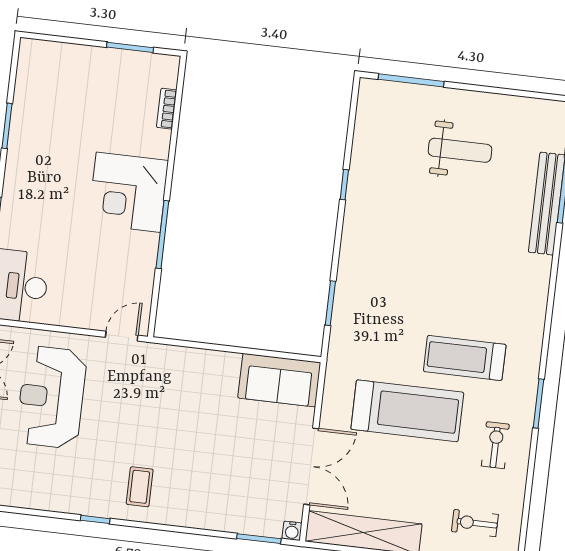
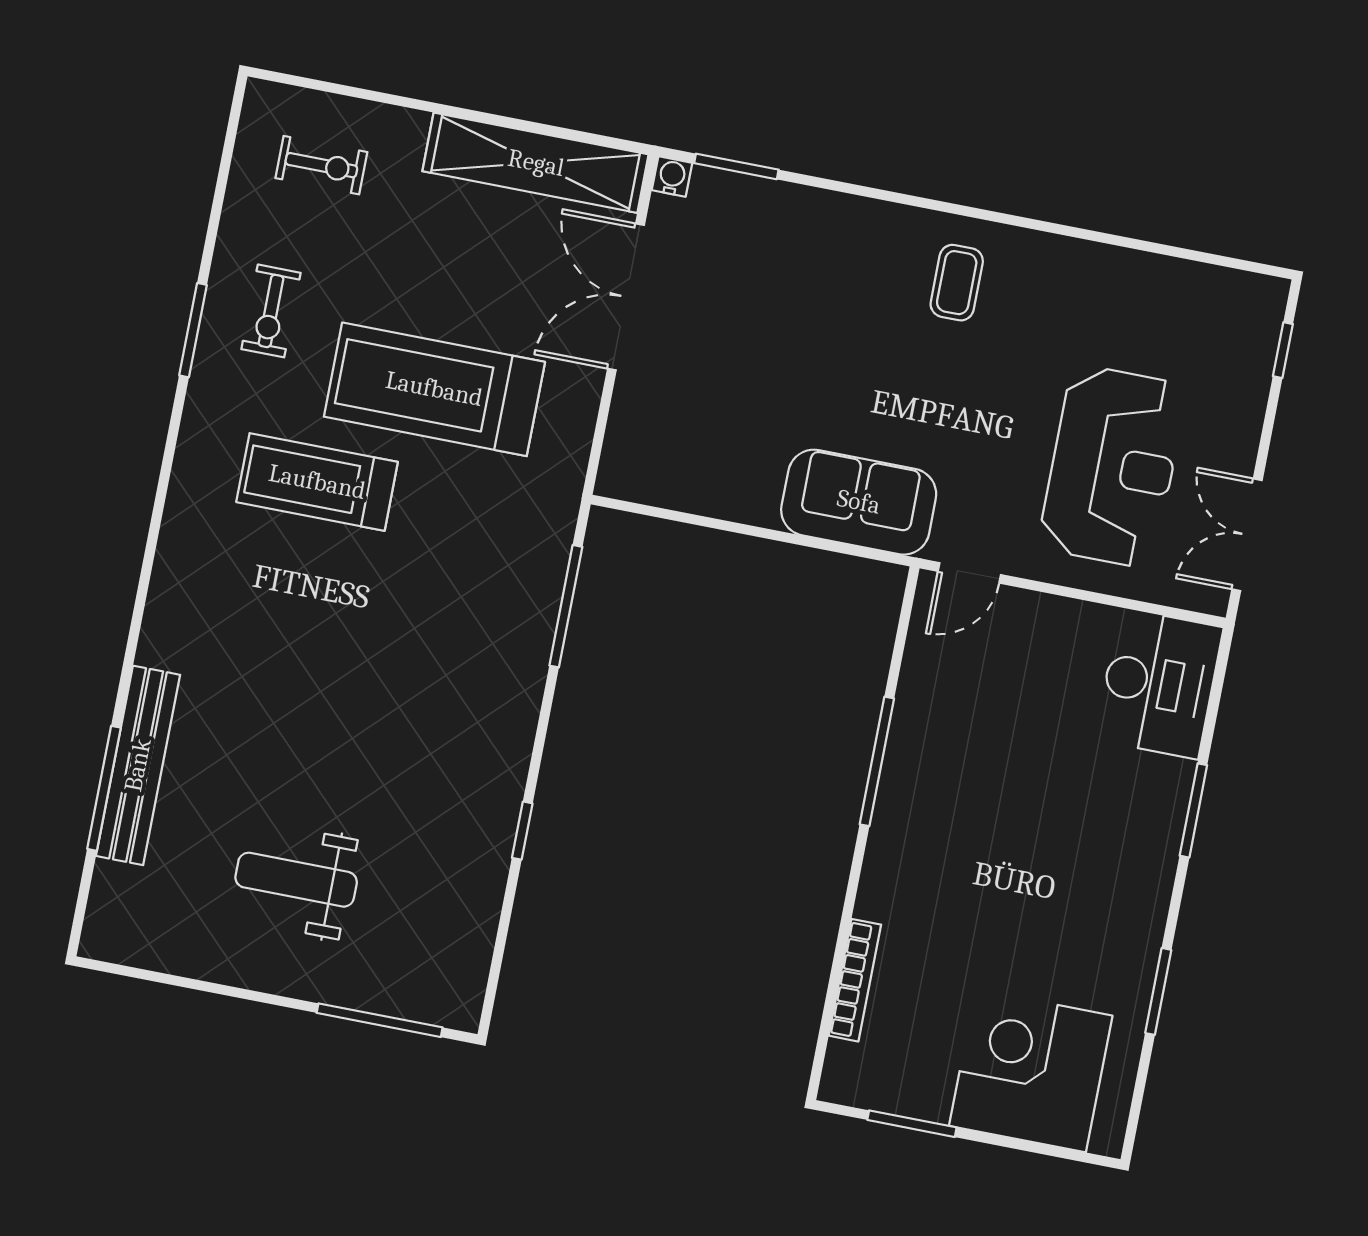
bookcase: (167, 109) -> (855, 980), width x1.56
corner desk: (128, 192) -> (1031, 1071), moved, turned -90
window: (330, 303) -> (566, 606), width x1.44
treadmill: (465, 358) -> (317, 482), turned 180
sofa: (279, 380) -> (859, 502), moved
window: (539, 403) -> (193, 330), moved
window: (95, 519) -> (1046, 227), removed

